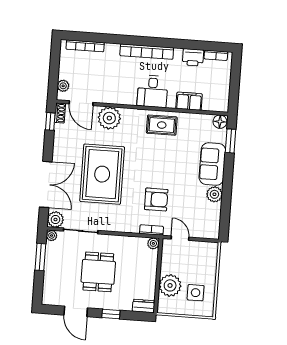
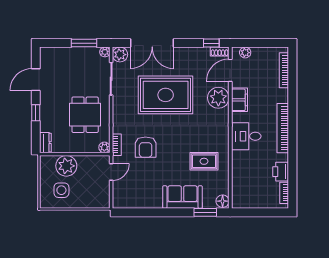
filing cabinet: (189, 101) -> (239, 100), moved
rug: (162, 125) -> (204, 161), moved, turned 90
plant: (214, 194) -> (154, 201), removed
dining table: (98, 272) -> (85, 115), moved, turned 90

